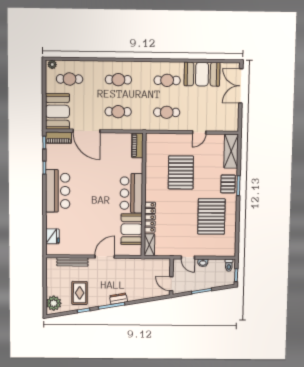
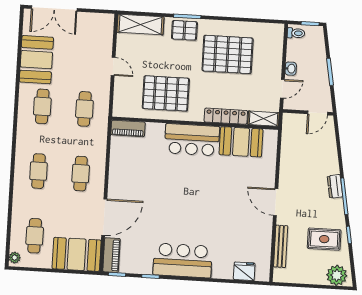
piano: (137, 145) -> (128, 128), moved
bar counter: (131, 193) -> (192, 140), moved
wall: (144, 195) -> (195, 123), moved
locker: (150, 217) -> (226, 116), moved
booth: (132, 229) -> (241, 142), moved
shelving: (149, 245) -> (264, 119), moved

